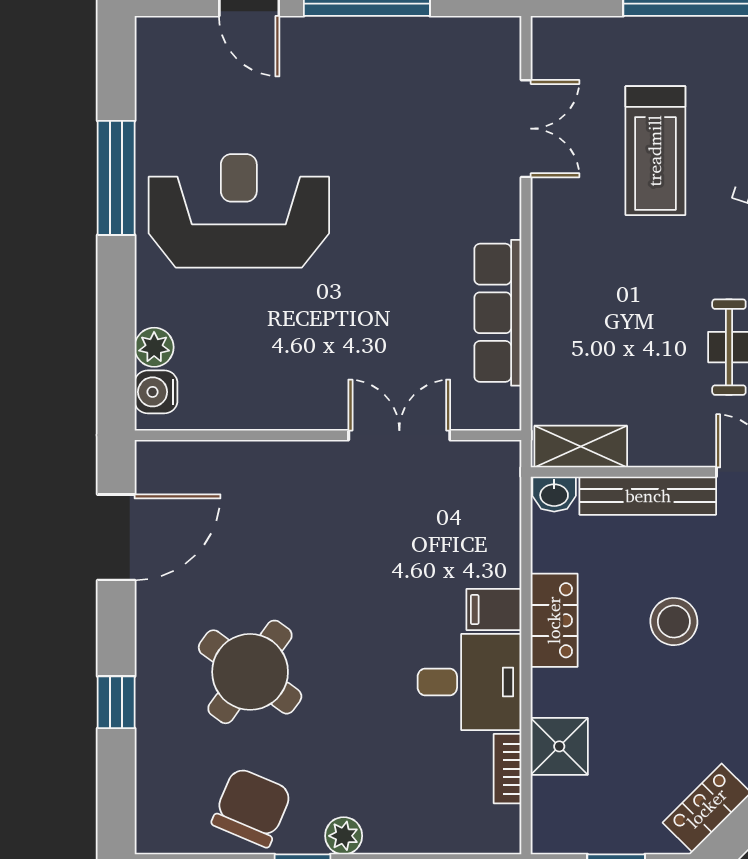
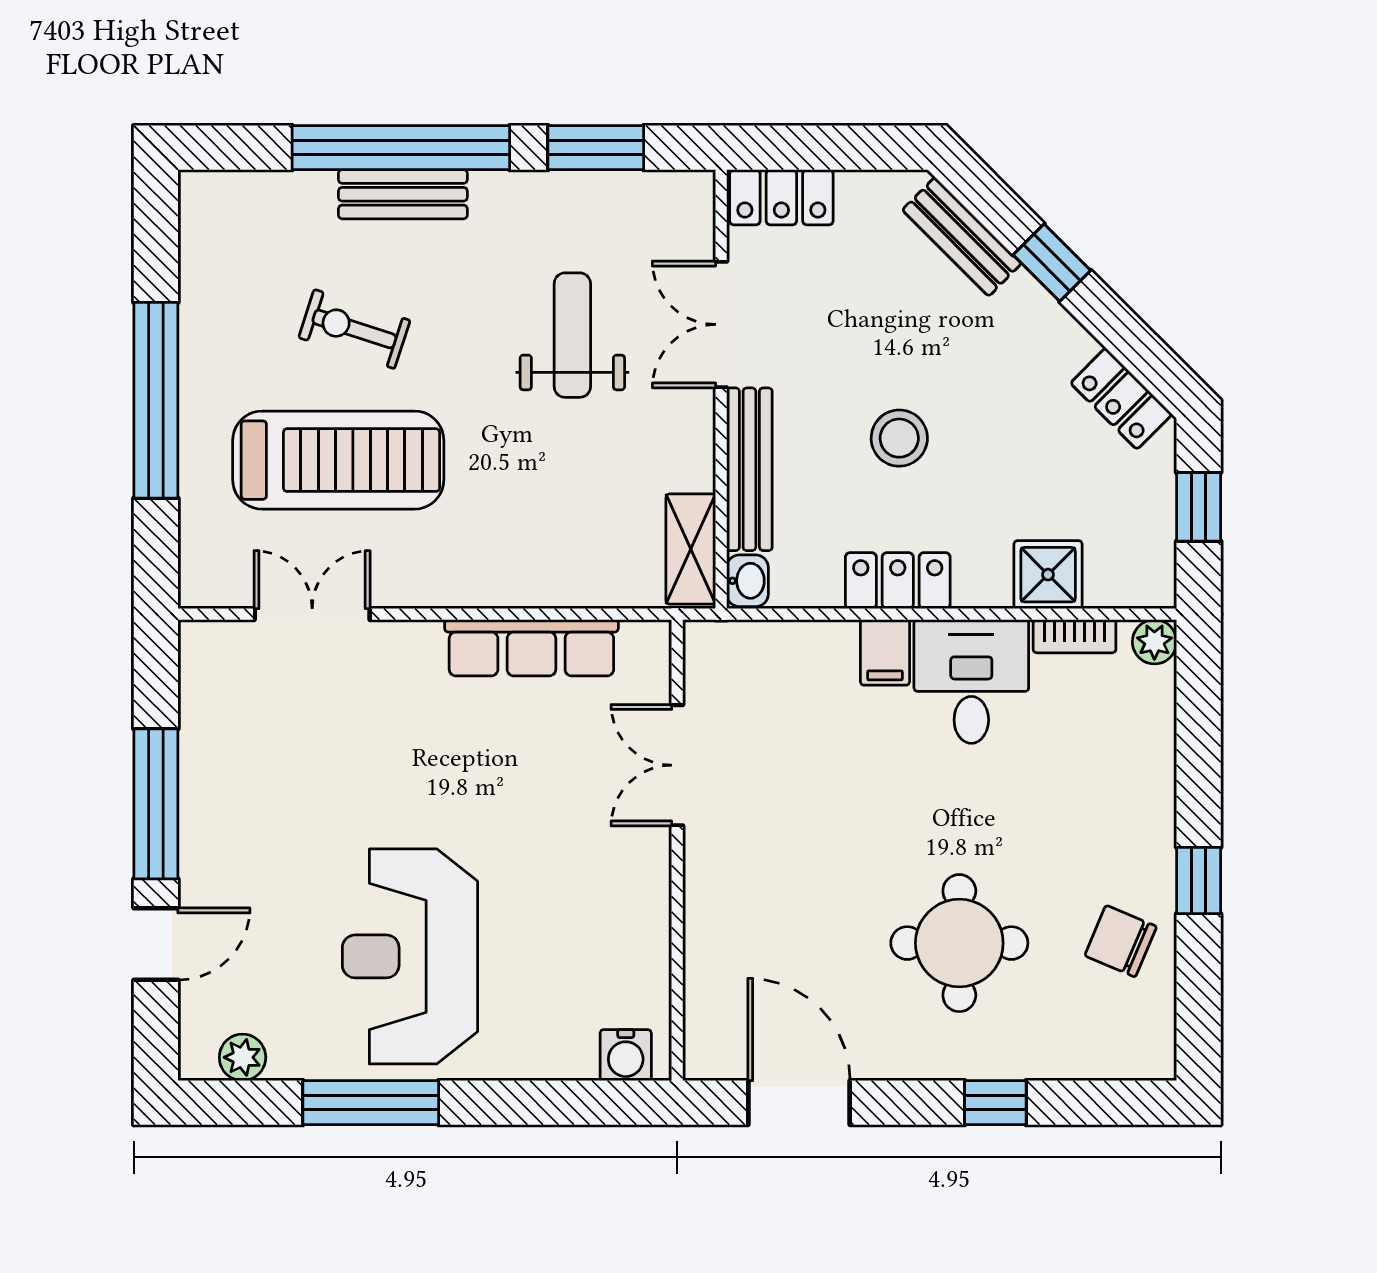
treadmill: (655, 151) -> (338, 460), width x1.37, depth x1.38
plant: (154, 347) -> (243, 1057), moved
round table: (250, 672) -> (959, 943), turned -36
chair: (252, 807) -> (1121, 941), width x0.73, depth x0.73
plant: (344, 836) -> (1154, 642), moved

